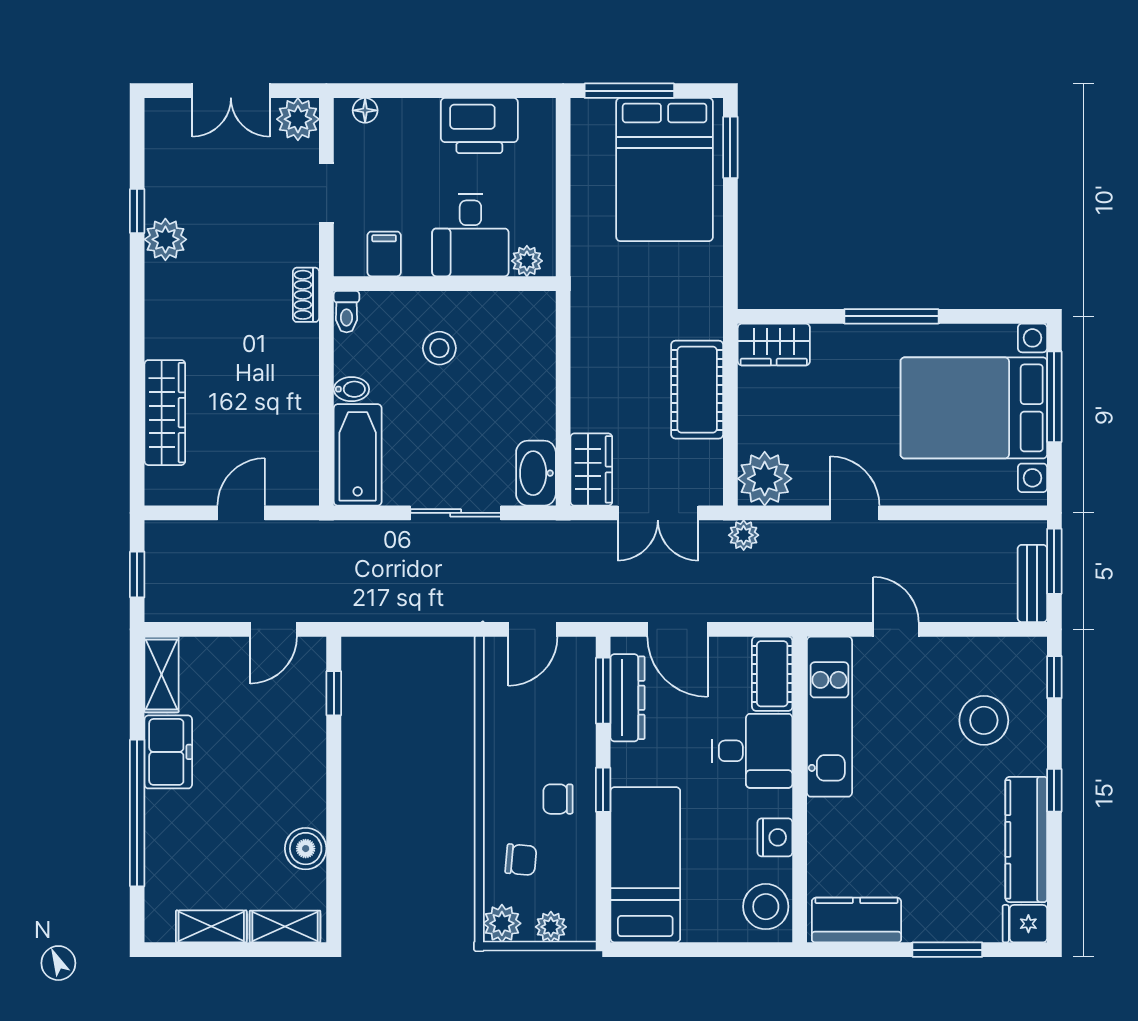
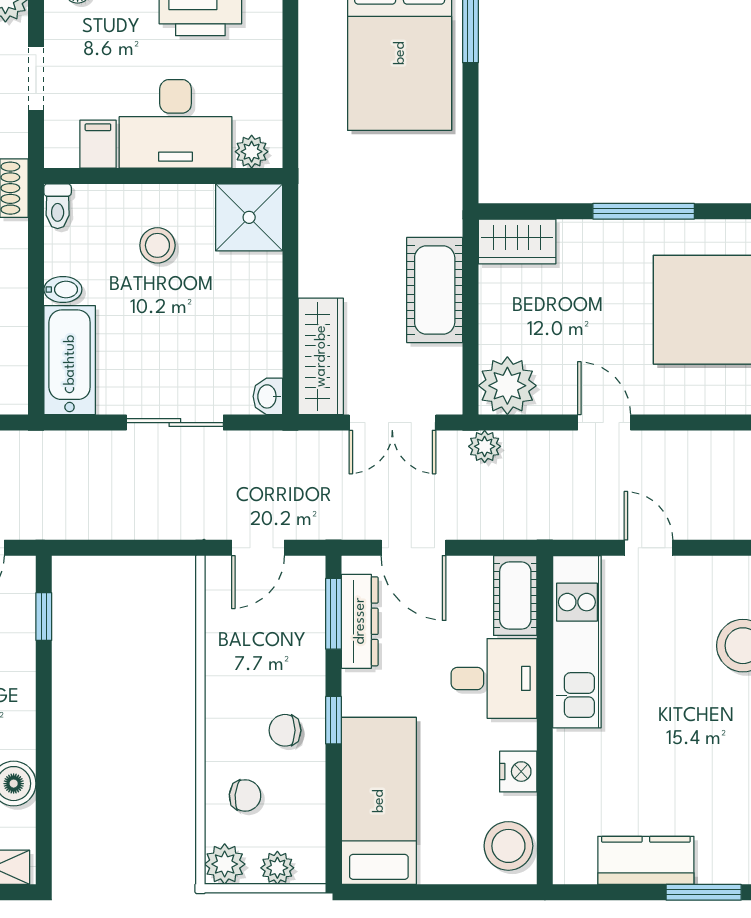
desk: (470, 235) -> (176, 124), width x1.37
shower: (525, 322) -> (249, 217), added
wardrobe: (591, 469) -> (321, 356), width x1.50
washbasin: (536, 473) -> (268, 396), width x0.52, depth x0.69
kitchen counter: (856, 920) -> (646, 860), moved

